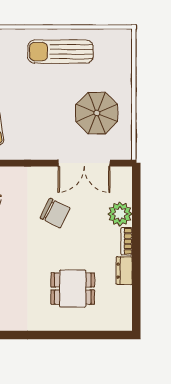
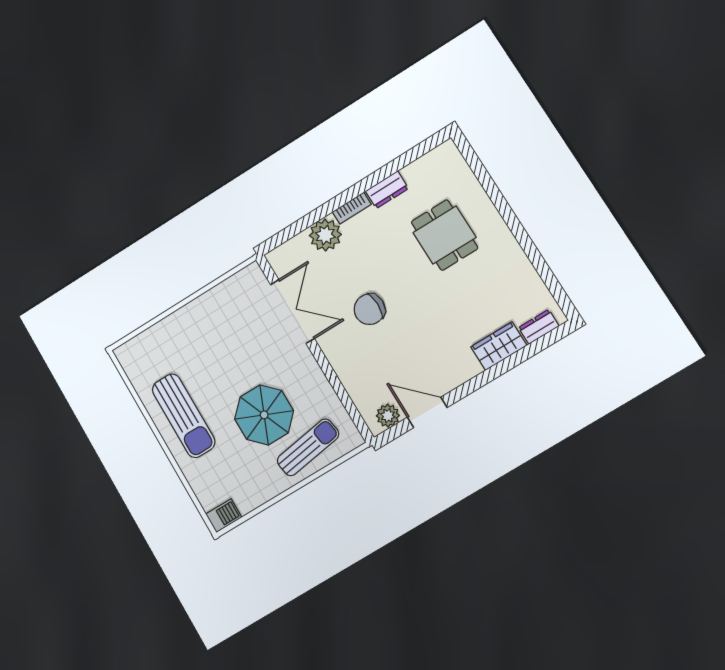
parasol: (97, 113) -> (264, 415), moved
chair: (55, 213) -> (370, 309), turned -117

